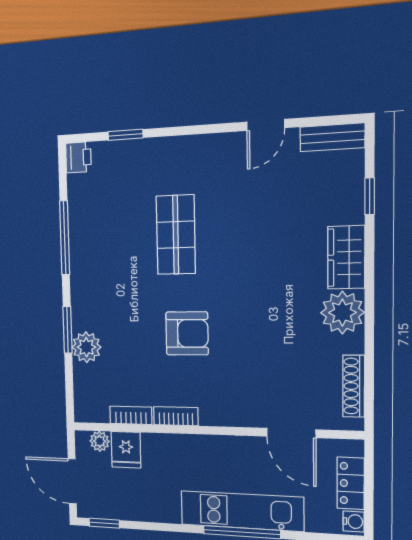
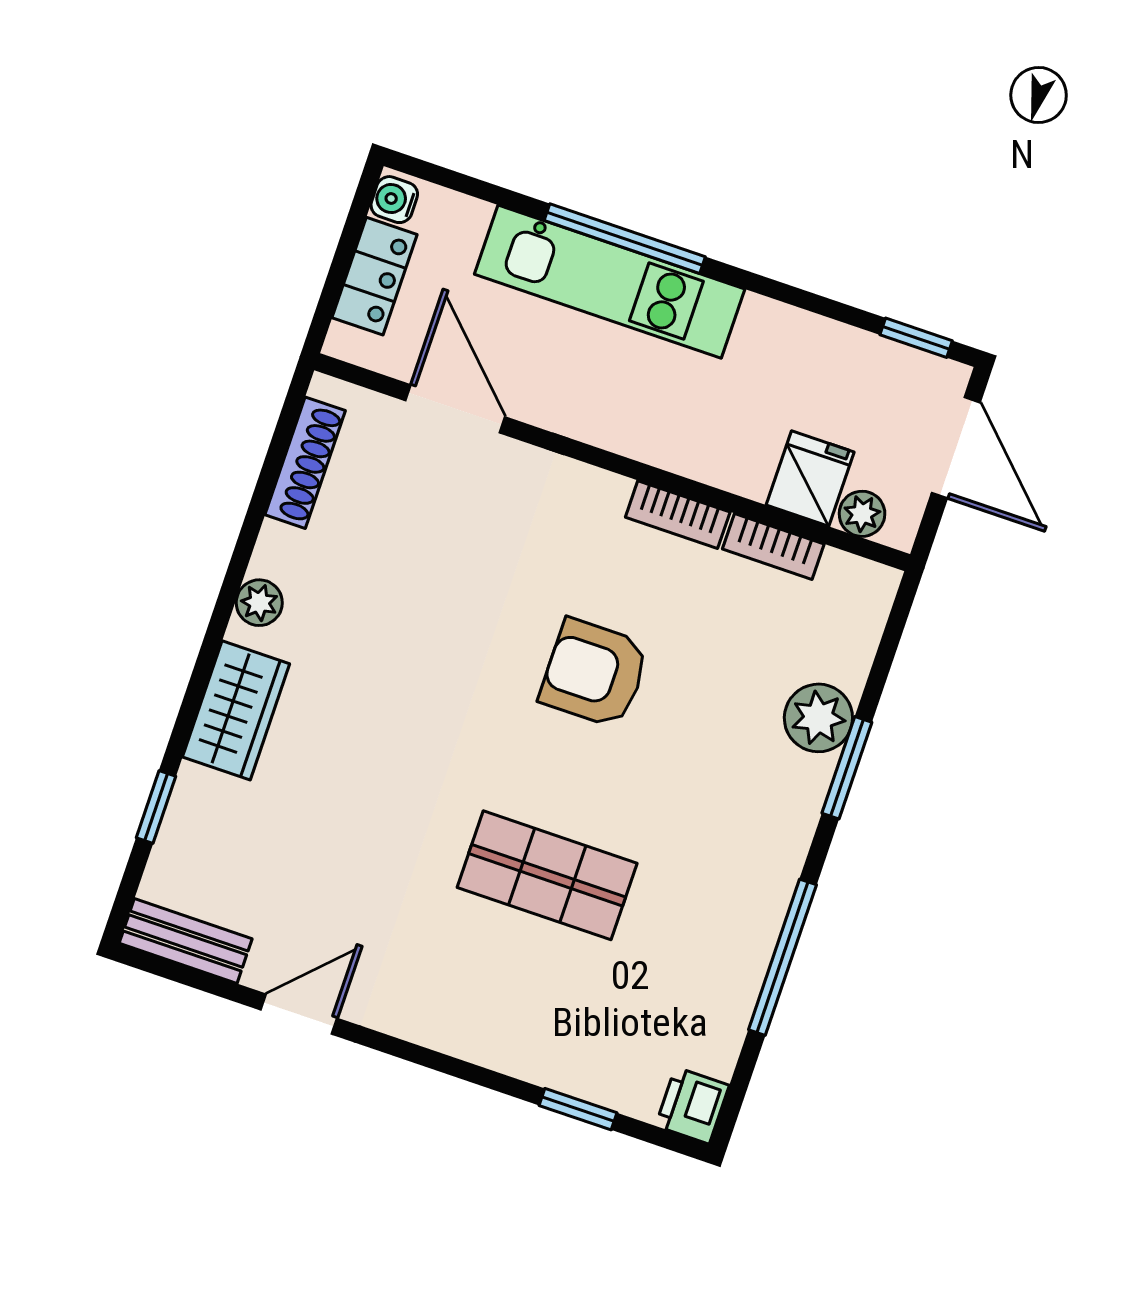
shop shelf: (176, 235) -> (547, 875), turned 90
plant: (342, 313) -> (259, 603), width x0.53, depth x0.53

